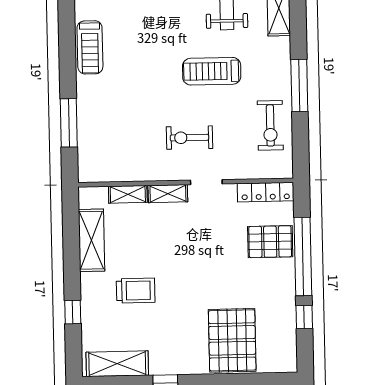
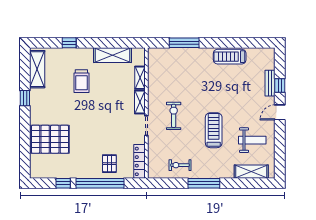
exercise bike: (270, 125) -> (180, 165), width x0.73, depth x0.72
pallet: (270, 242) -> (109, 164), width x0.67, depth x0.71

